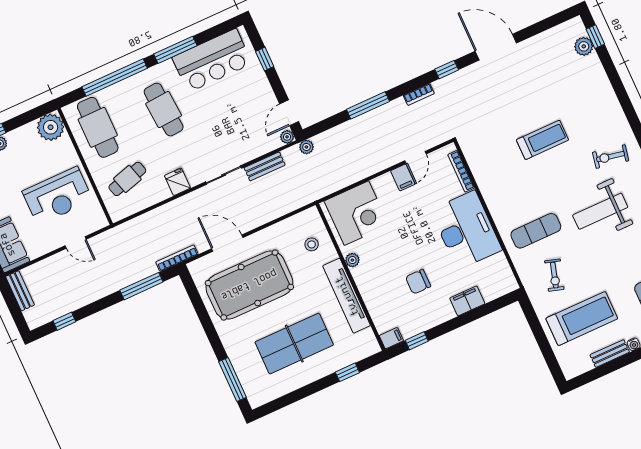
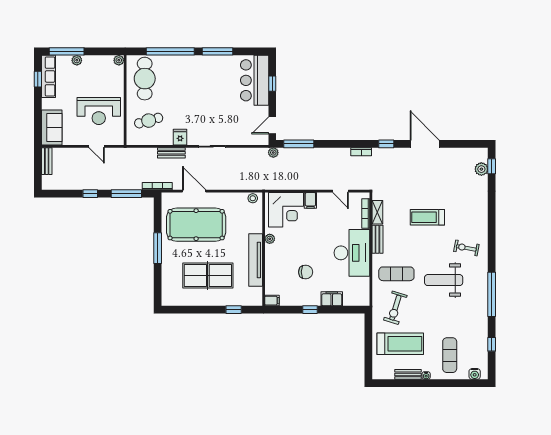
bar counter: (212, 61) -> (255, 80), moved, turned 90
window: (368, 105) -> (299, 144), moved
cafe table: (164, 110) -> (192, 86), removed
plant: (51, 127) -> (119, 60), width x0.53, depth x0.53
plant: (287, 137) -> (264, 140), removed
treadmill: (542, 140) -> (427, 217), turned 180
door: (415, 157) -> (340, 191), hinge flipped
shelving: (475, 163) -> (377, 212), added
bench: (265, 166) -> (171, 153), moved
filing cabinet: (403, 177) -> (310, 200), moved
bench: (491, 198) -> (377, 239), added
stool: (312, 244) -> (253, 198), moved
exercise bike: (554, 275) -> (395, 308), width x1.38, depth x1.39
chair: (418, 282) -> (306, 272), turned 180
window: (64, 321) -> (90, 194), moved
window: (417, 341) -> (310, 310), moved
window: (233, 379) -> (158, 248), moved

